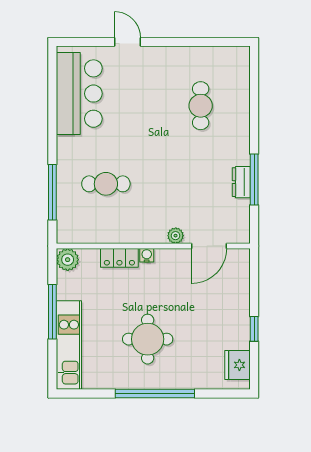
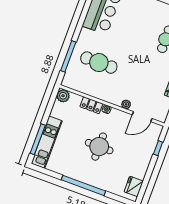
cafe table: (106, 184) -> (99, 63), width x1.37, depth x1.35
window: (52, 312) -> (38, 139), moved
window: (254, 329) -> (158, 148), moved
round table: (148, 339) -> (99, 147), moved

